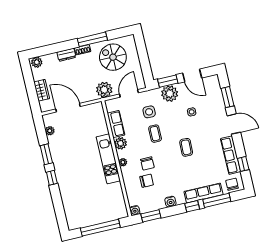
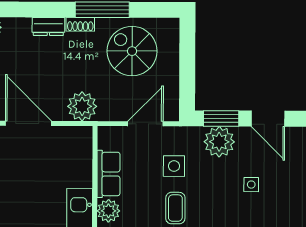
plant: (104, 90) -> (82, 106), moved

